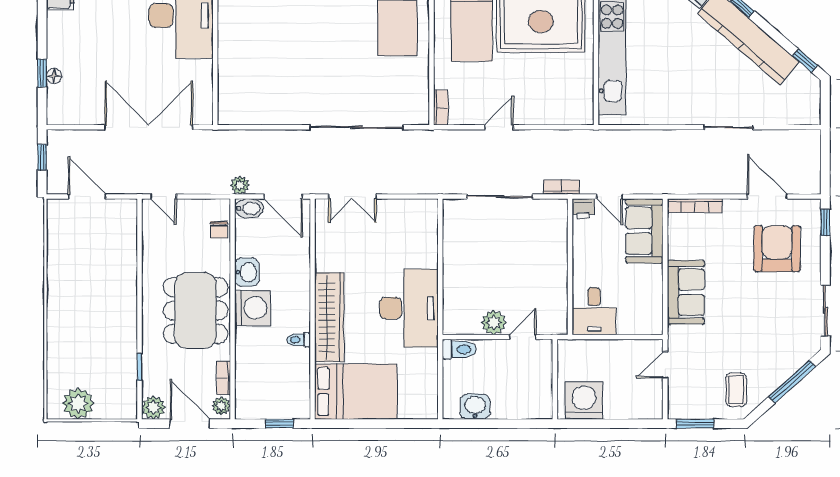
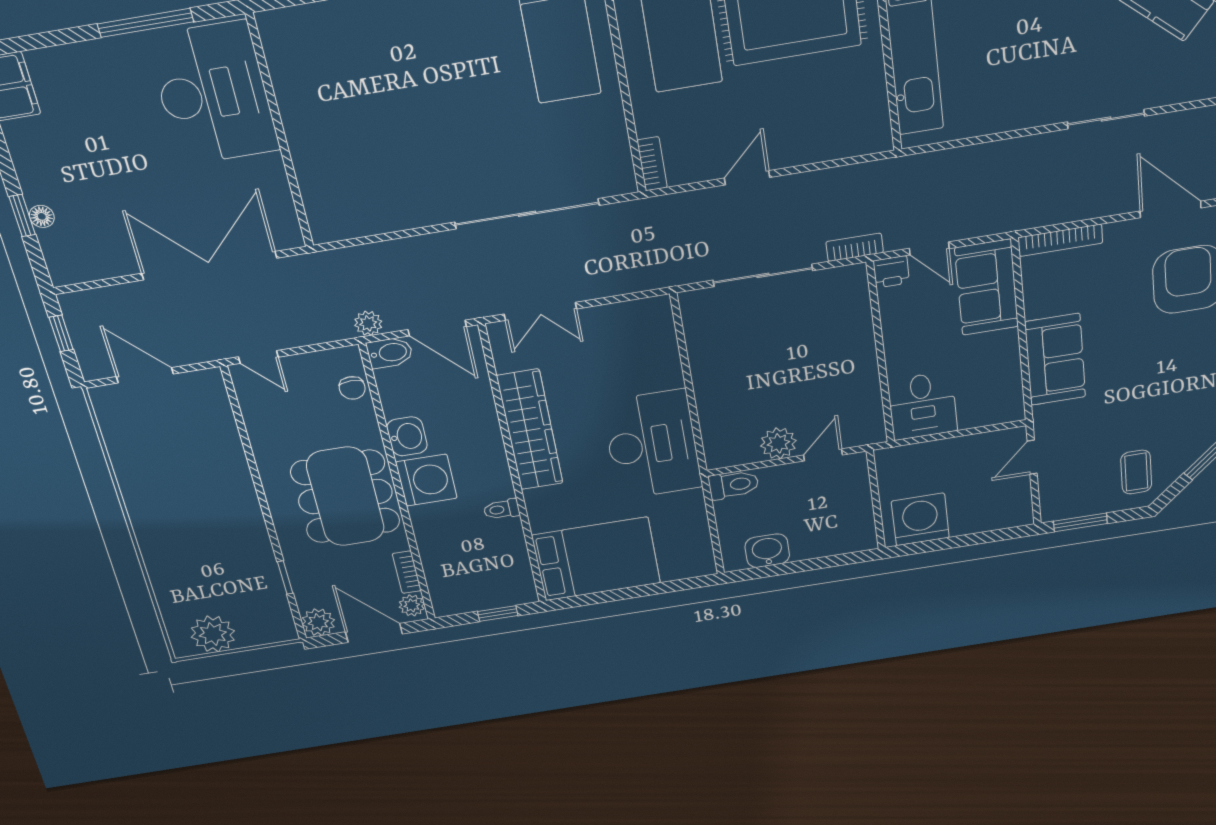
wardrobe: (329, 317) -> (530, 430), moved

